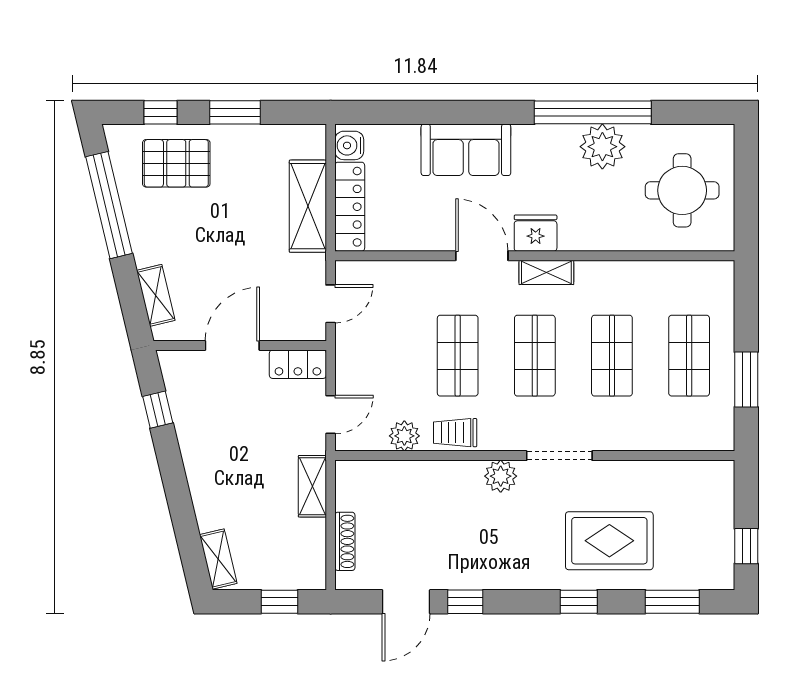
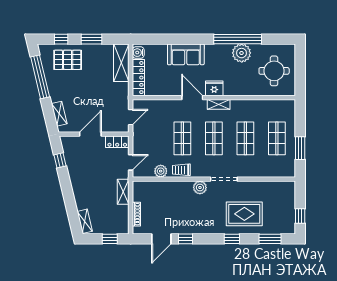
shelving: (308, 206) -> (121, 63), moved

